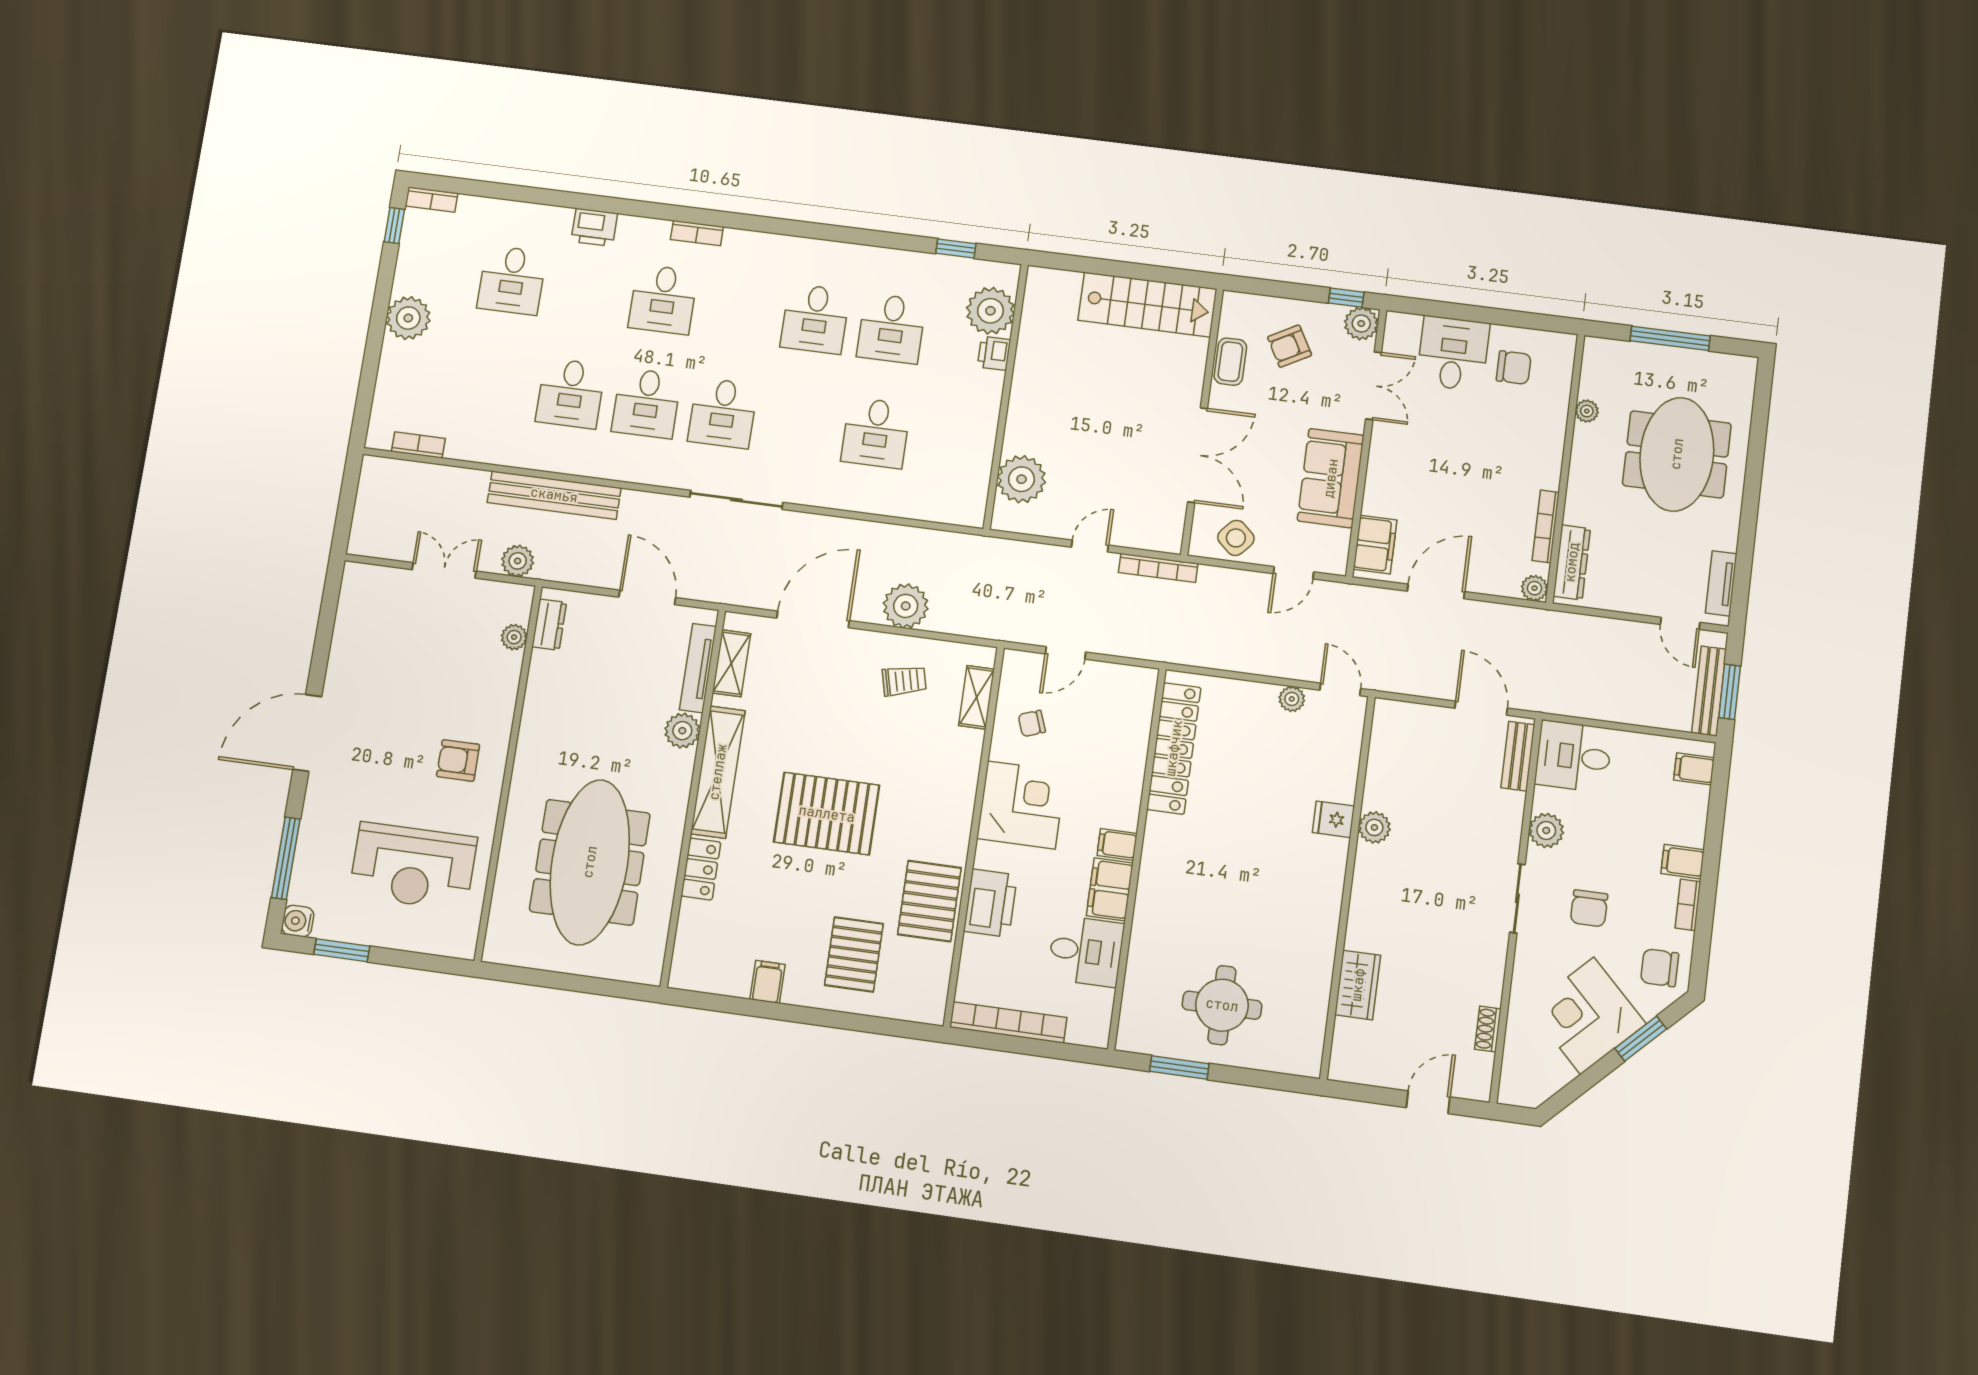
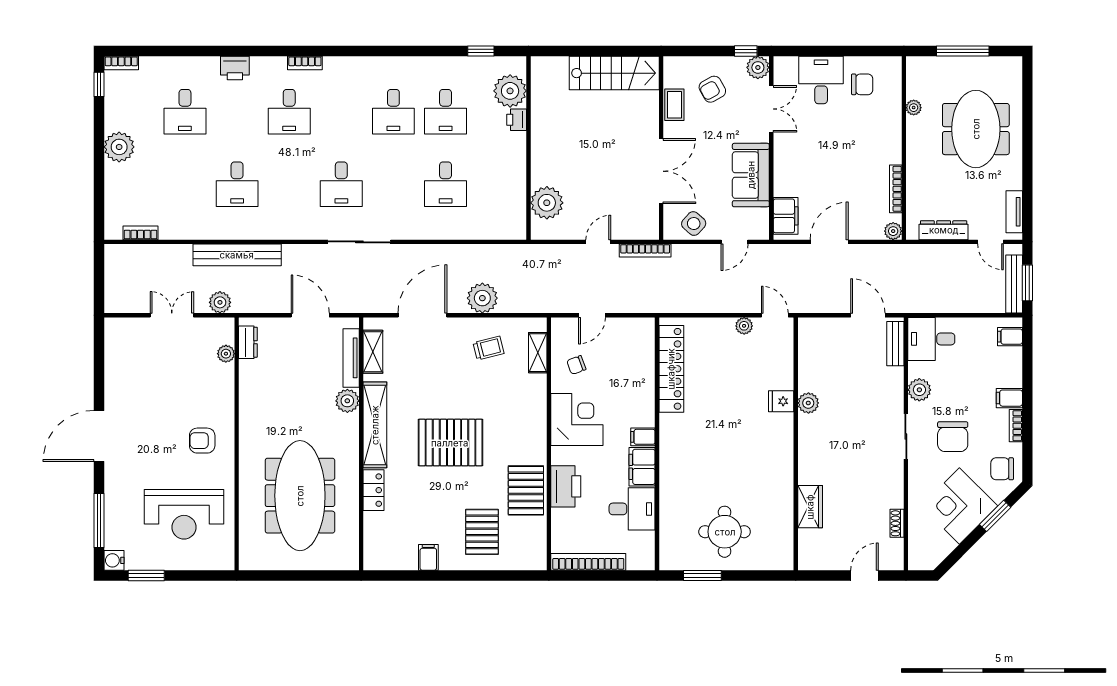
desk: (647, 403) -> (289, 184), removed
dresser: (1572, 562) -> (944, 230), moved, turned -90
chair: (1589, 908) -> (953, 437), width x1.37, depth x1.37

